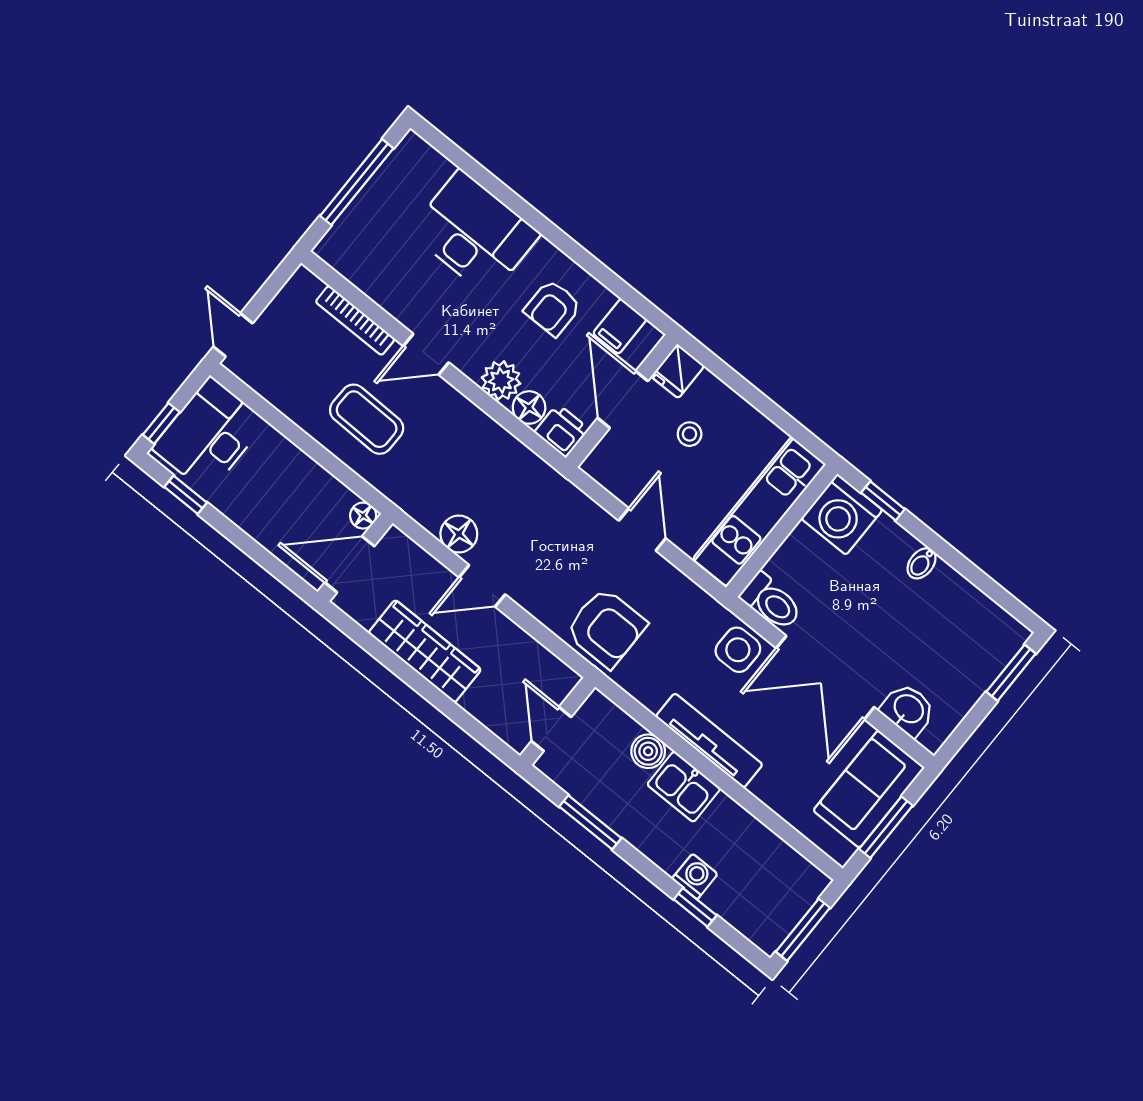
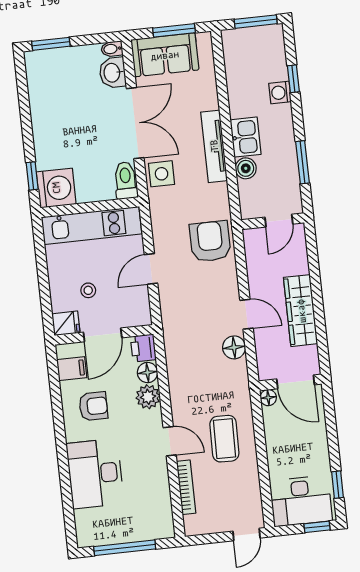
bidet: (922, 563) -> (112, 49), moved, turned 180

